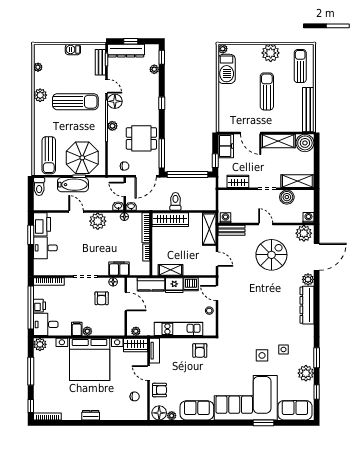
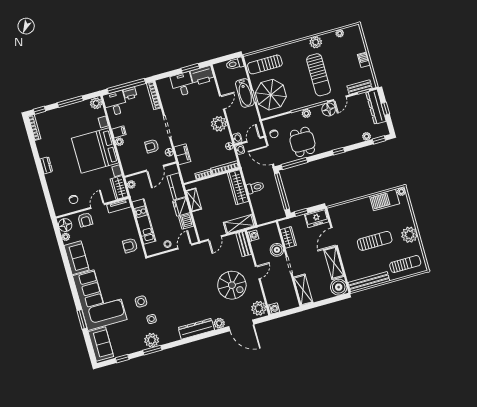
boiler: (287, 197) -> (277, 250), moved
plant: (306, 373) -> (152, 340), moved

